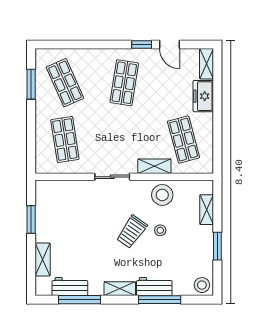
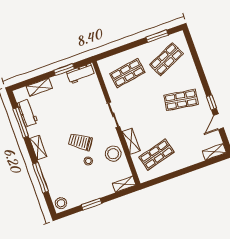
freezer: (203, 96) -> (191, 157), removed
shelving: (207, 210) -> (124, 184), moved
workbench: (154, 287) -> (81, 74), moved, turned 90

